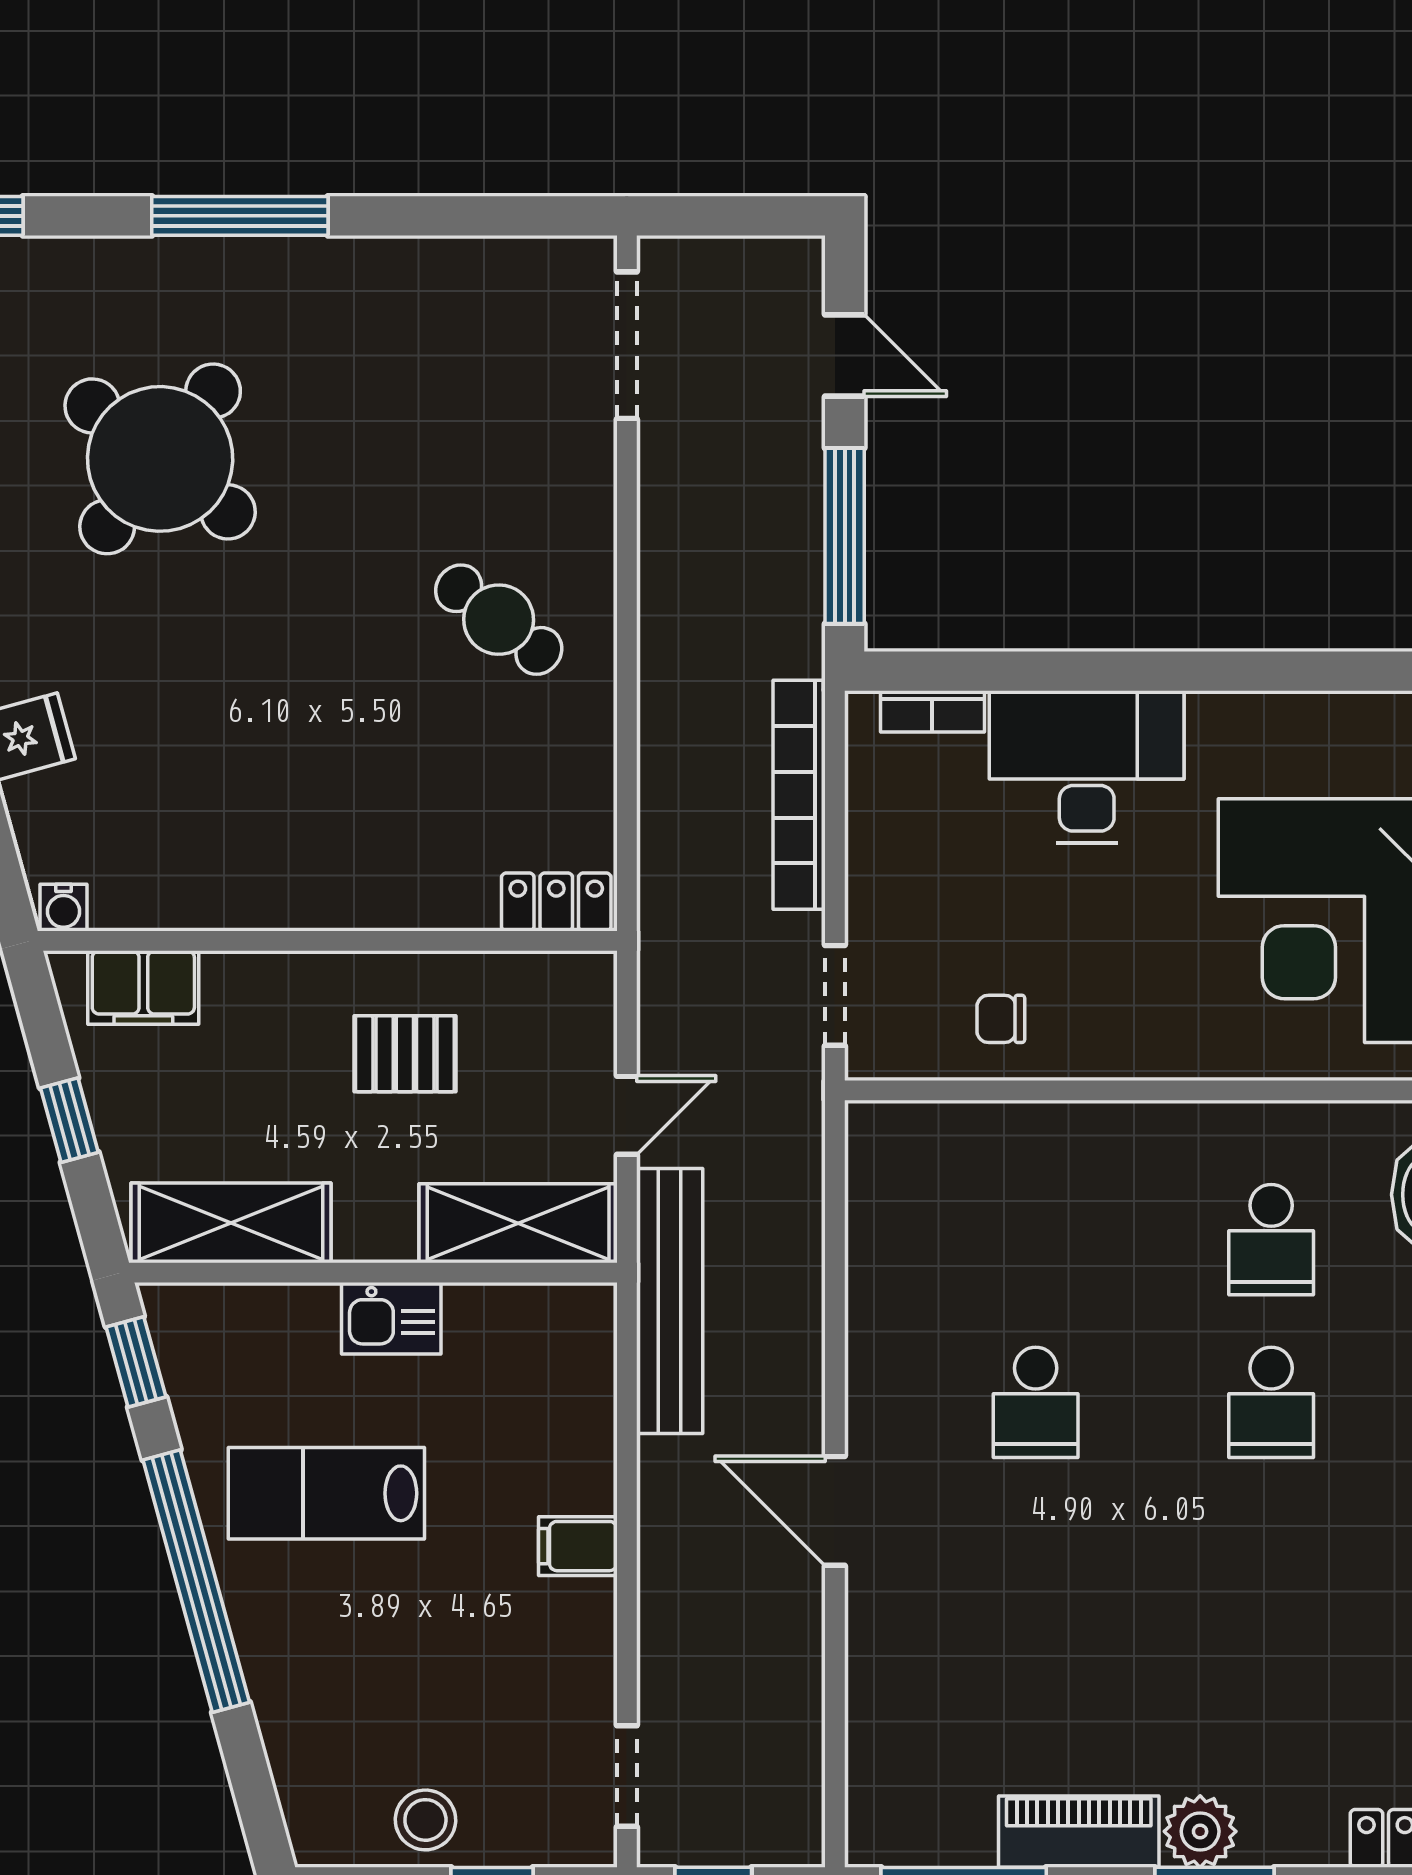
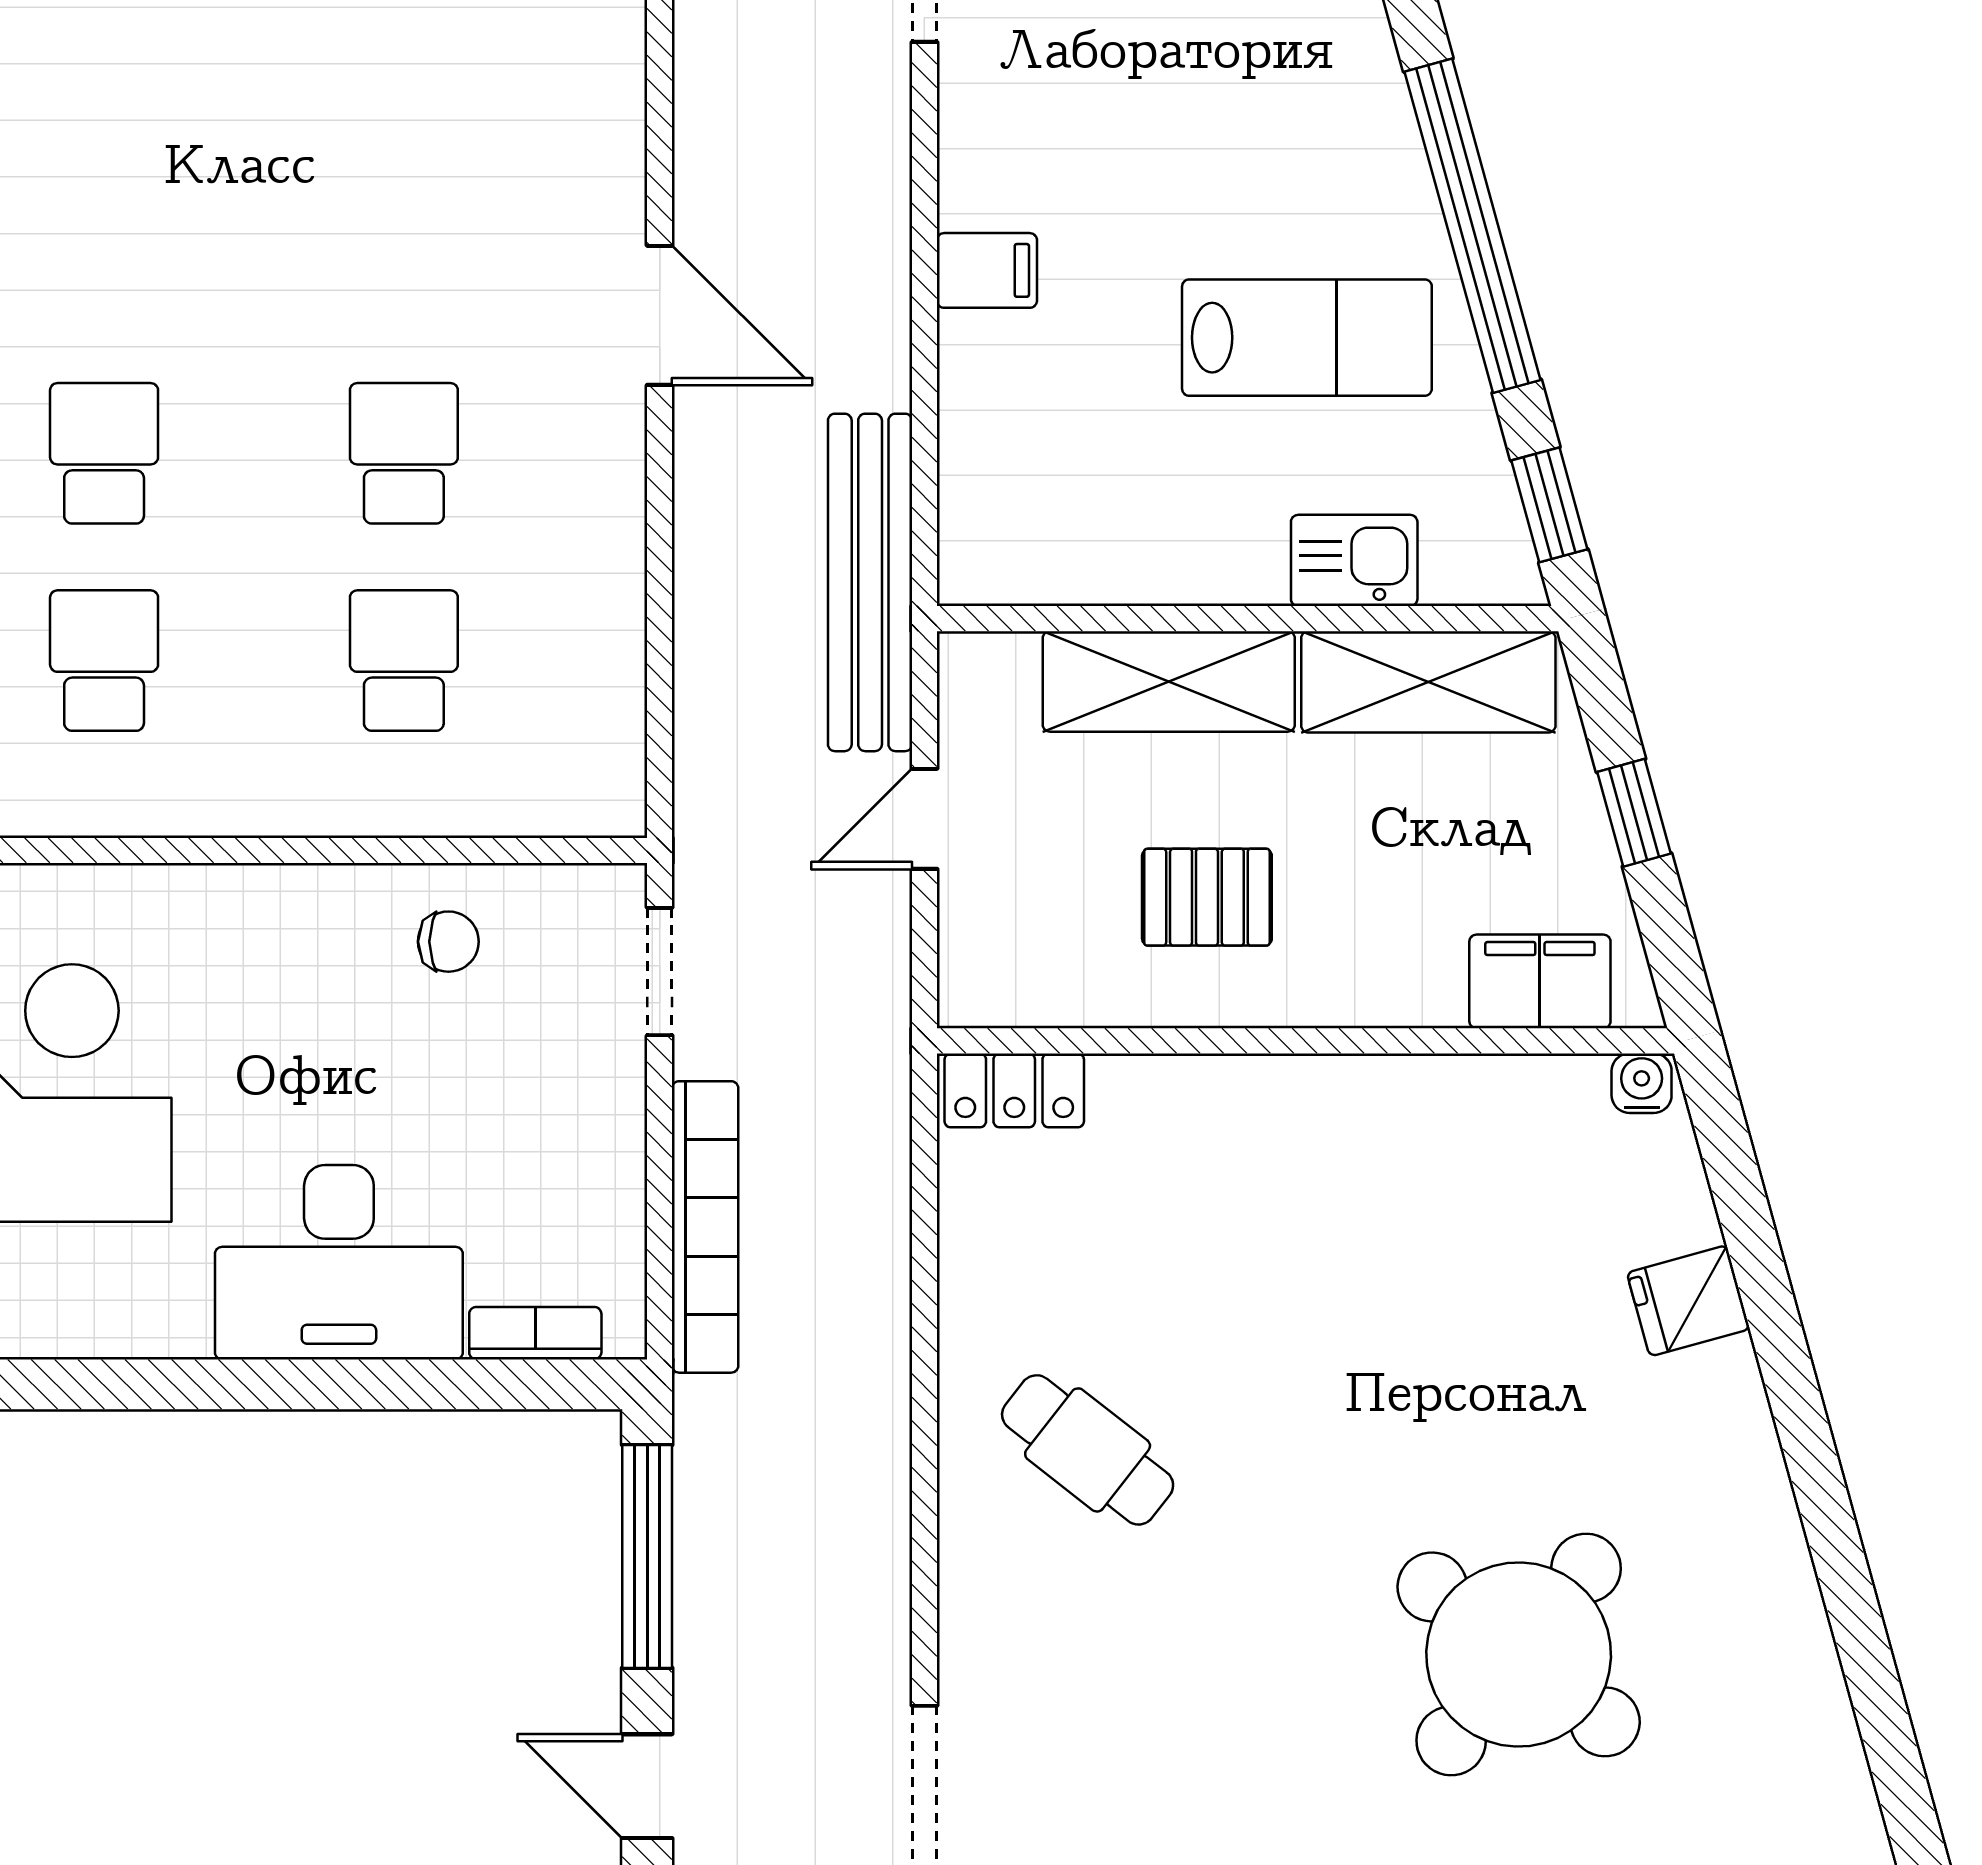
shelving: (518, 1223) -> (1169, 681), moved
school desk: (1036, 1240) -> (404, 661), added
kitchen sink: (391, 1318) -> (1354, 560), moved

